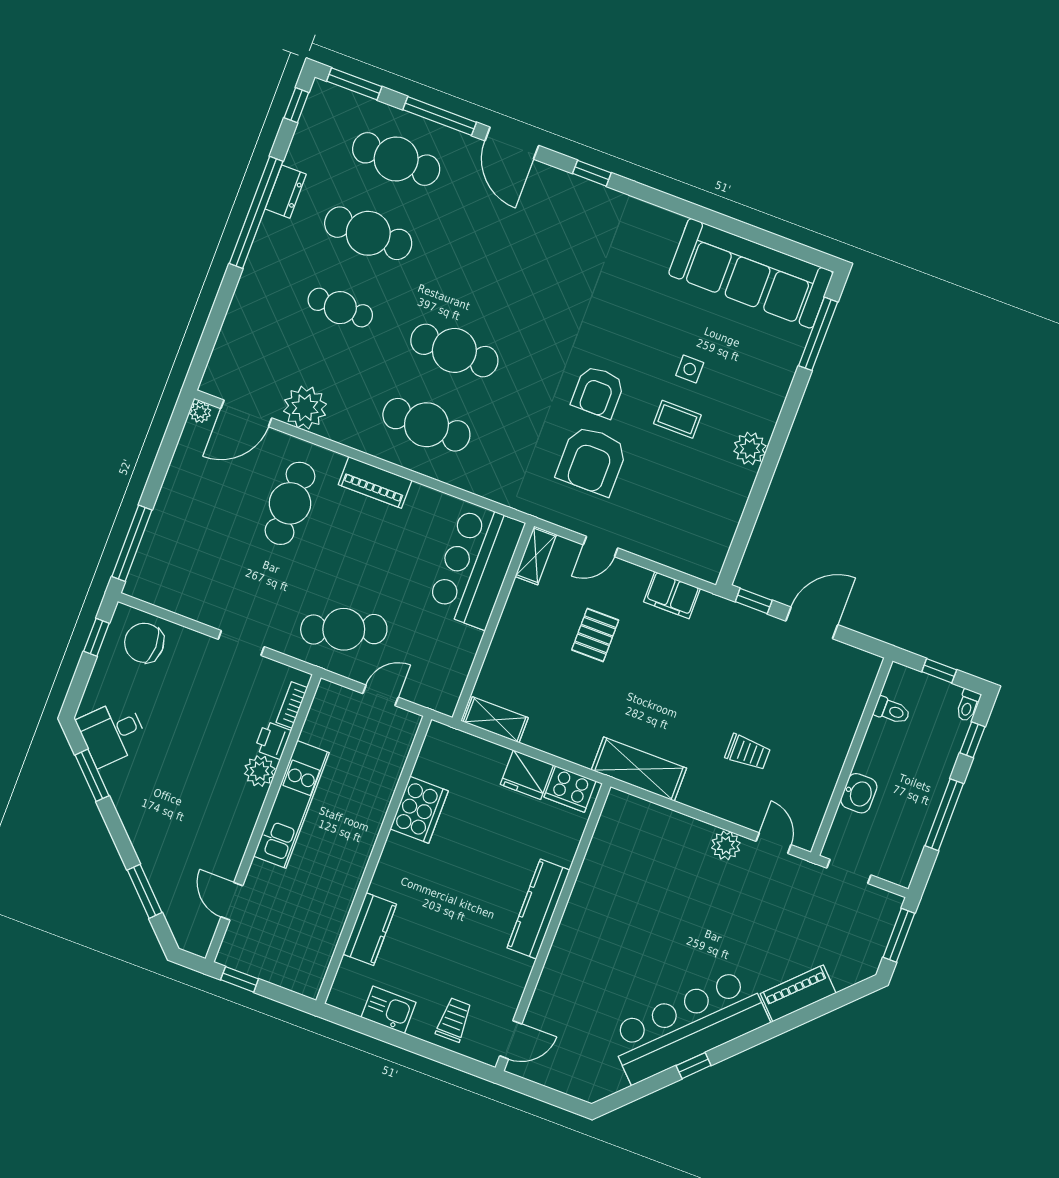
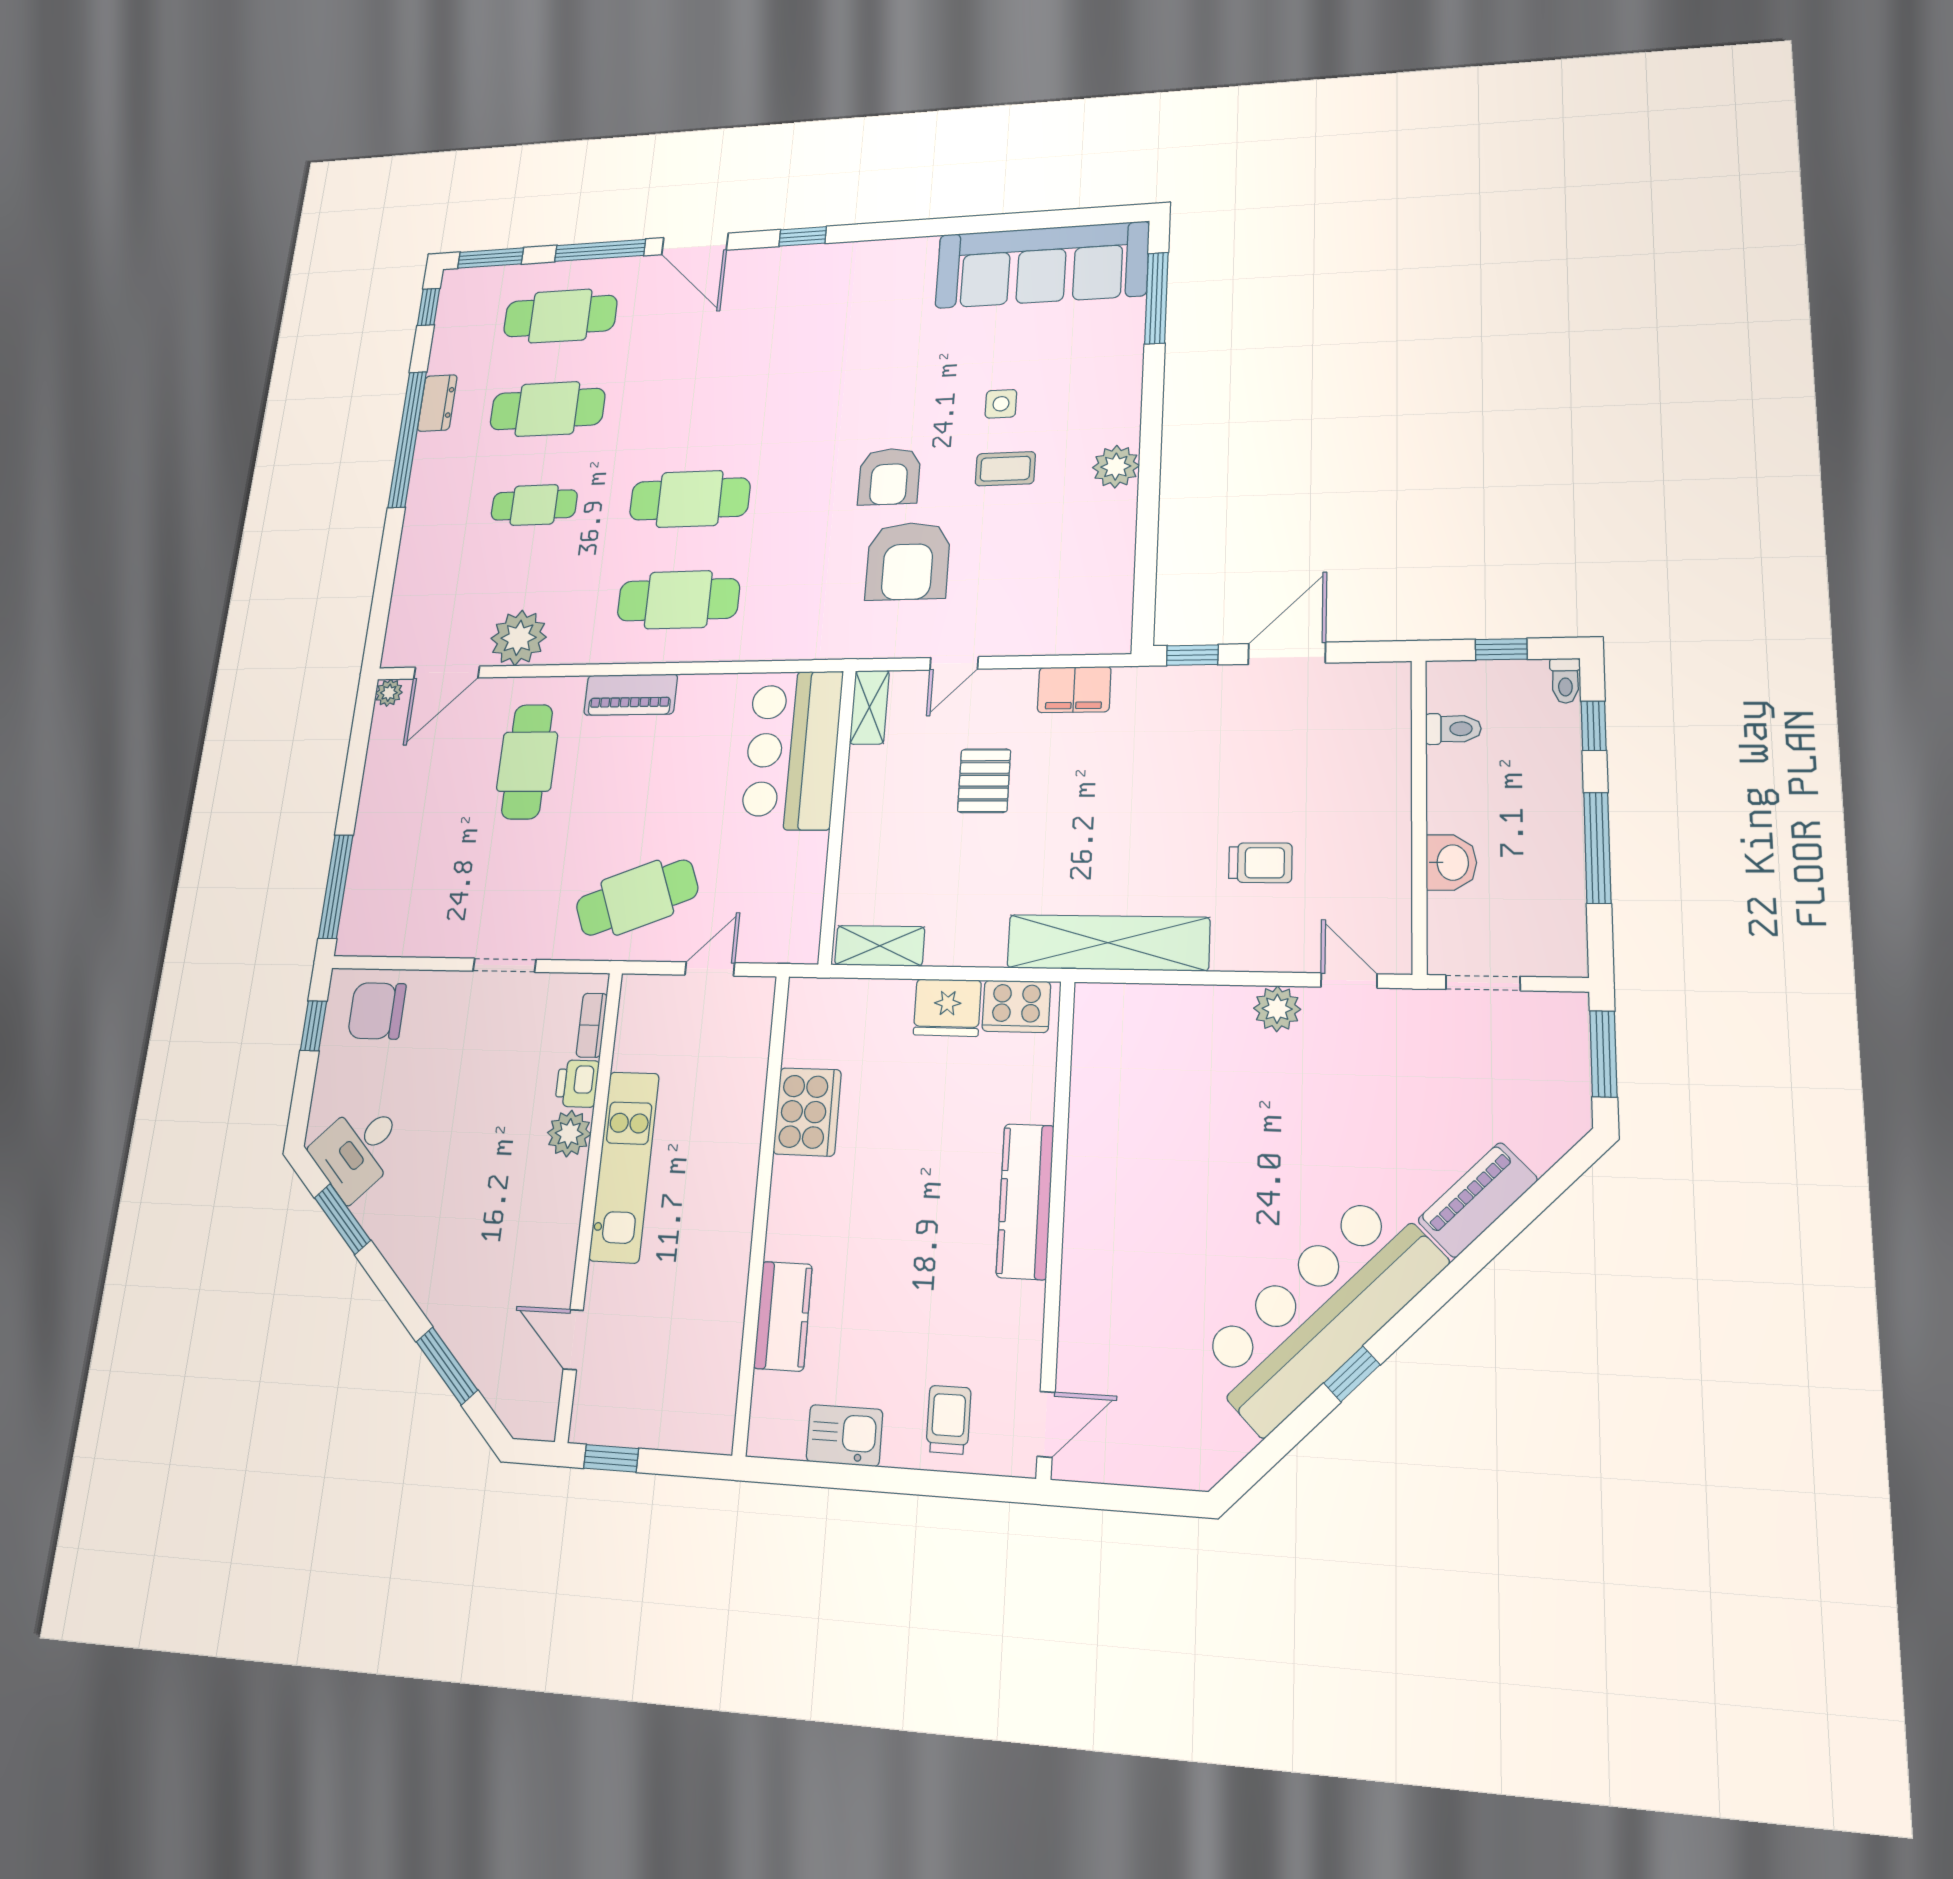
shelving: (639, 769) -> (1108, 943), width x1.47

